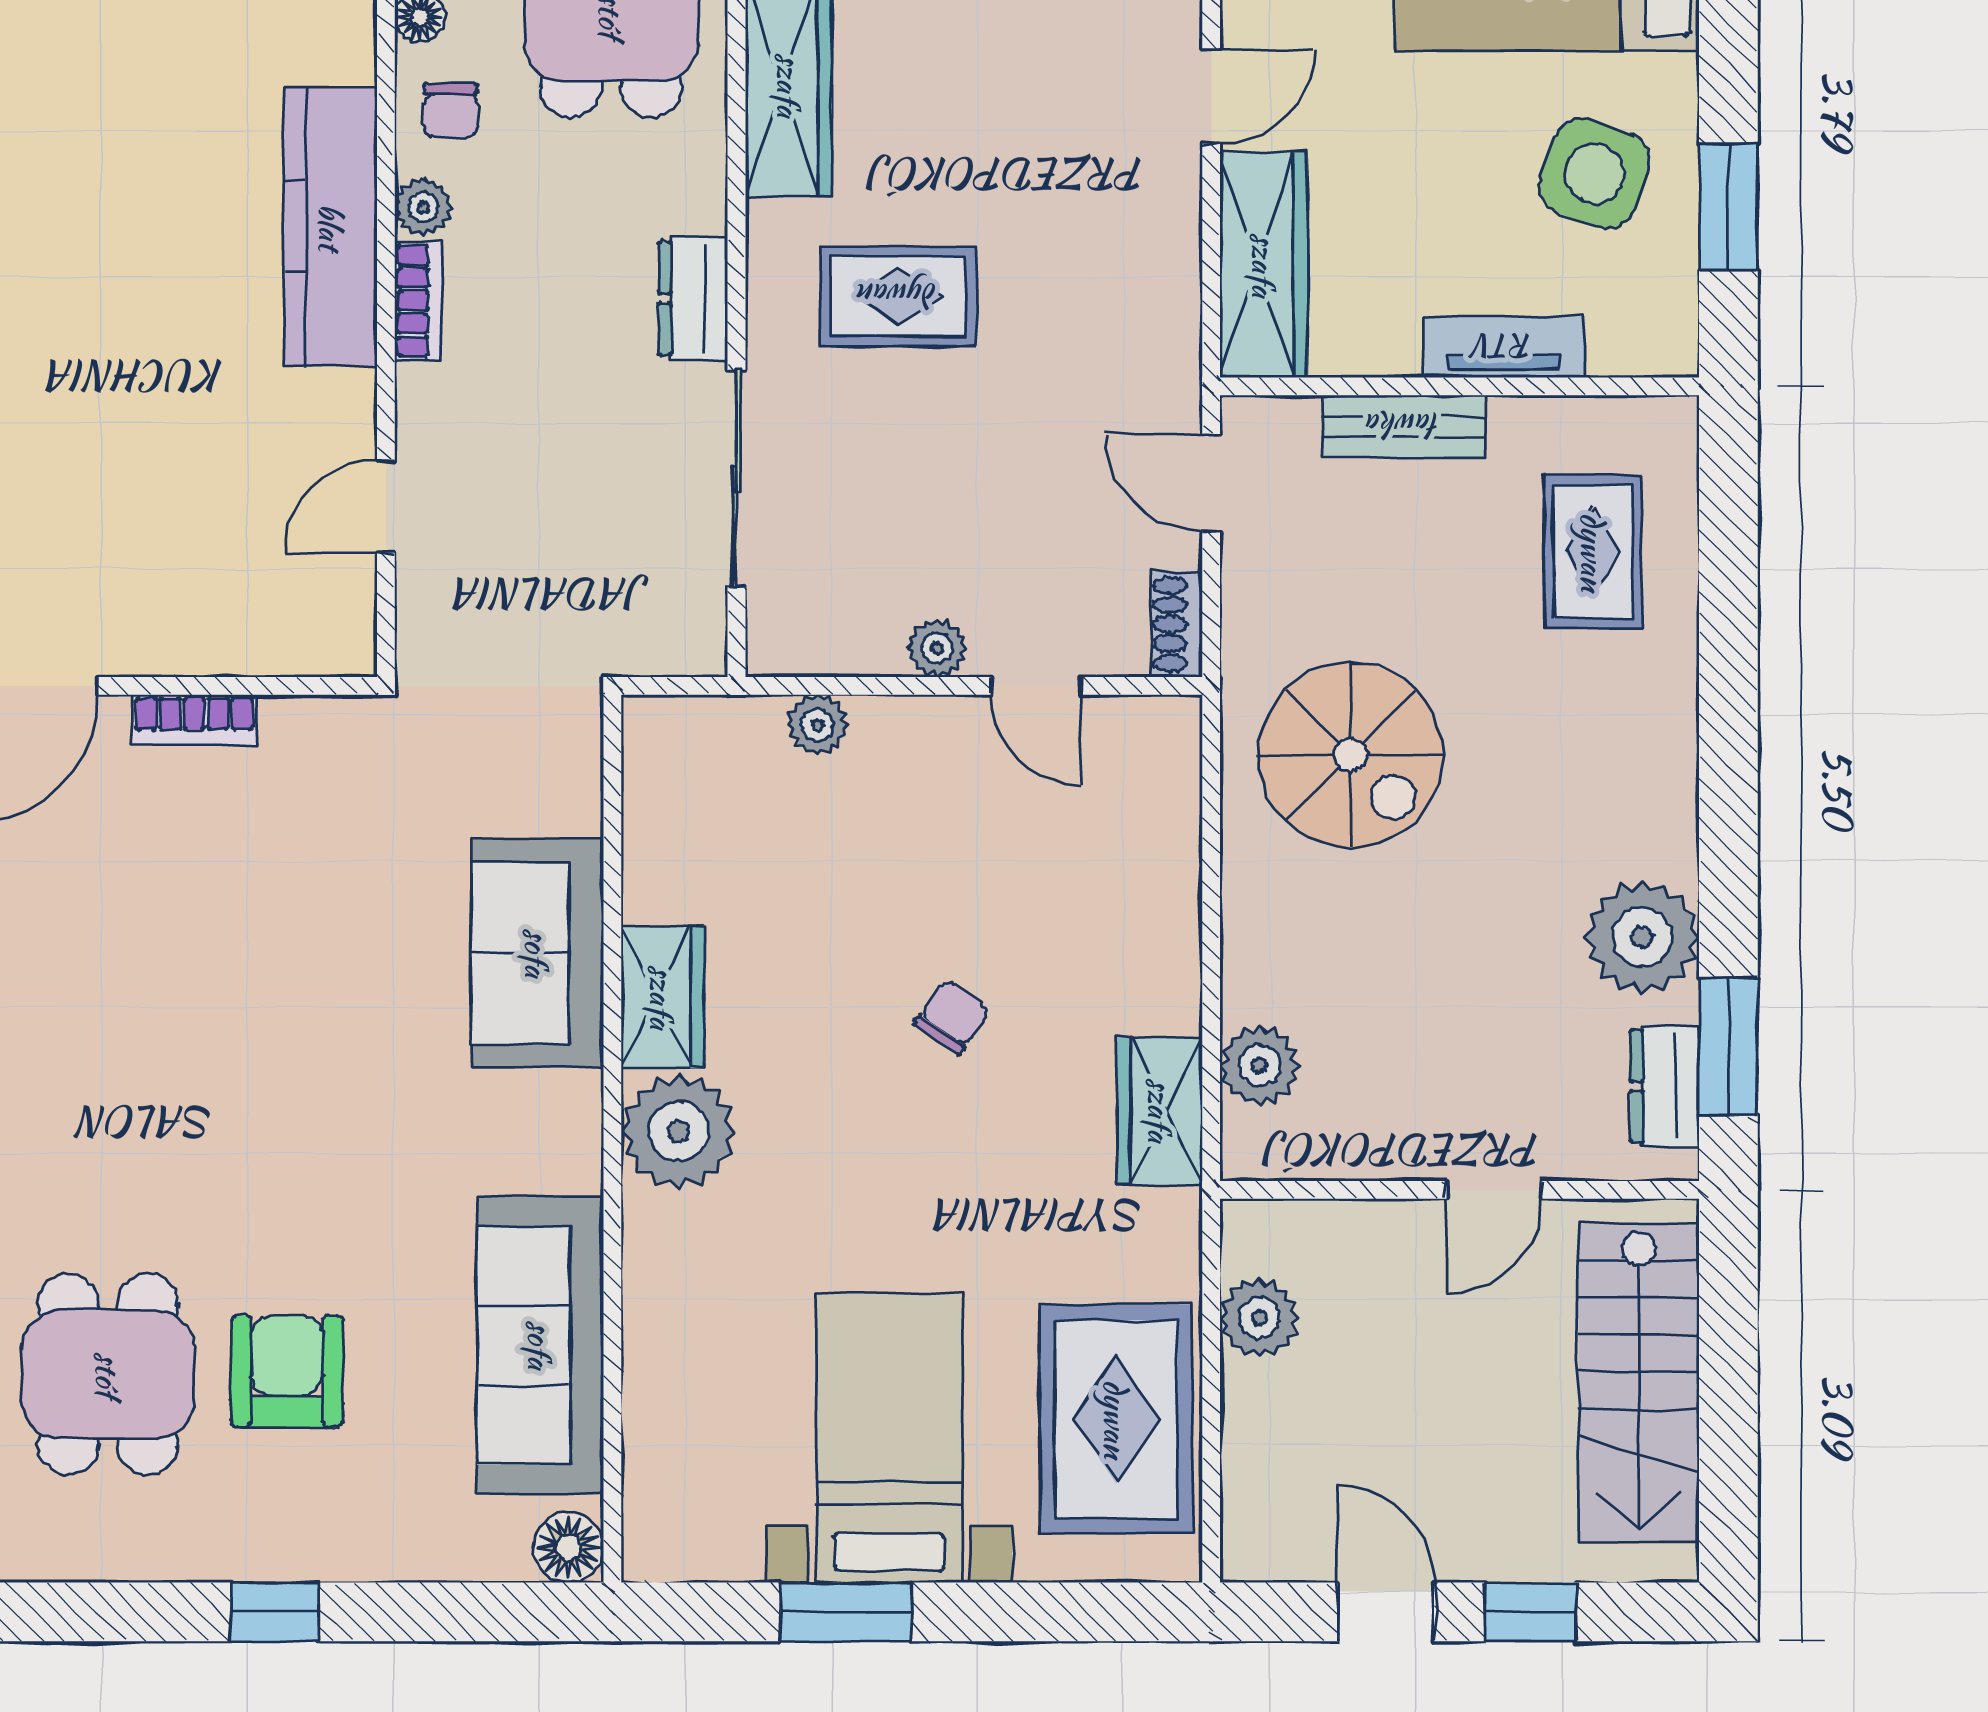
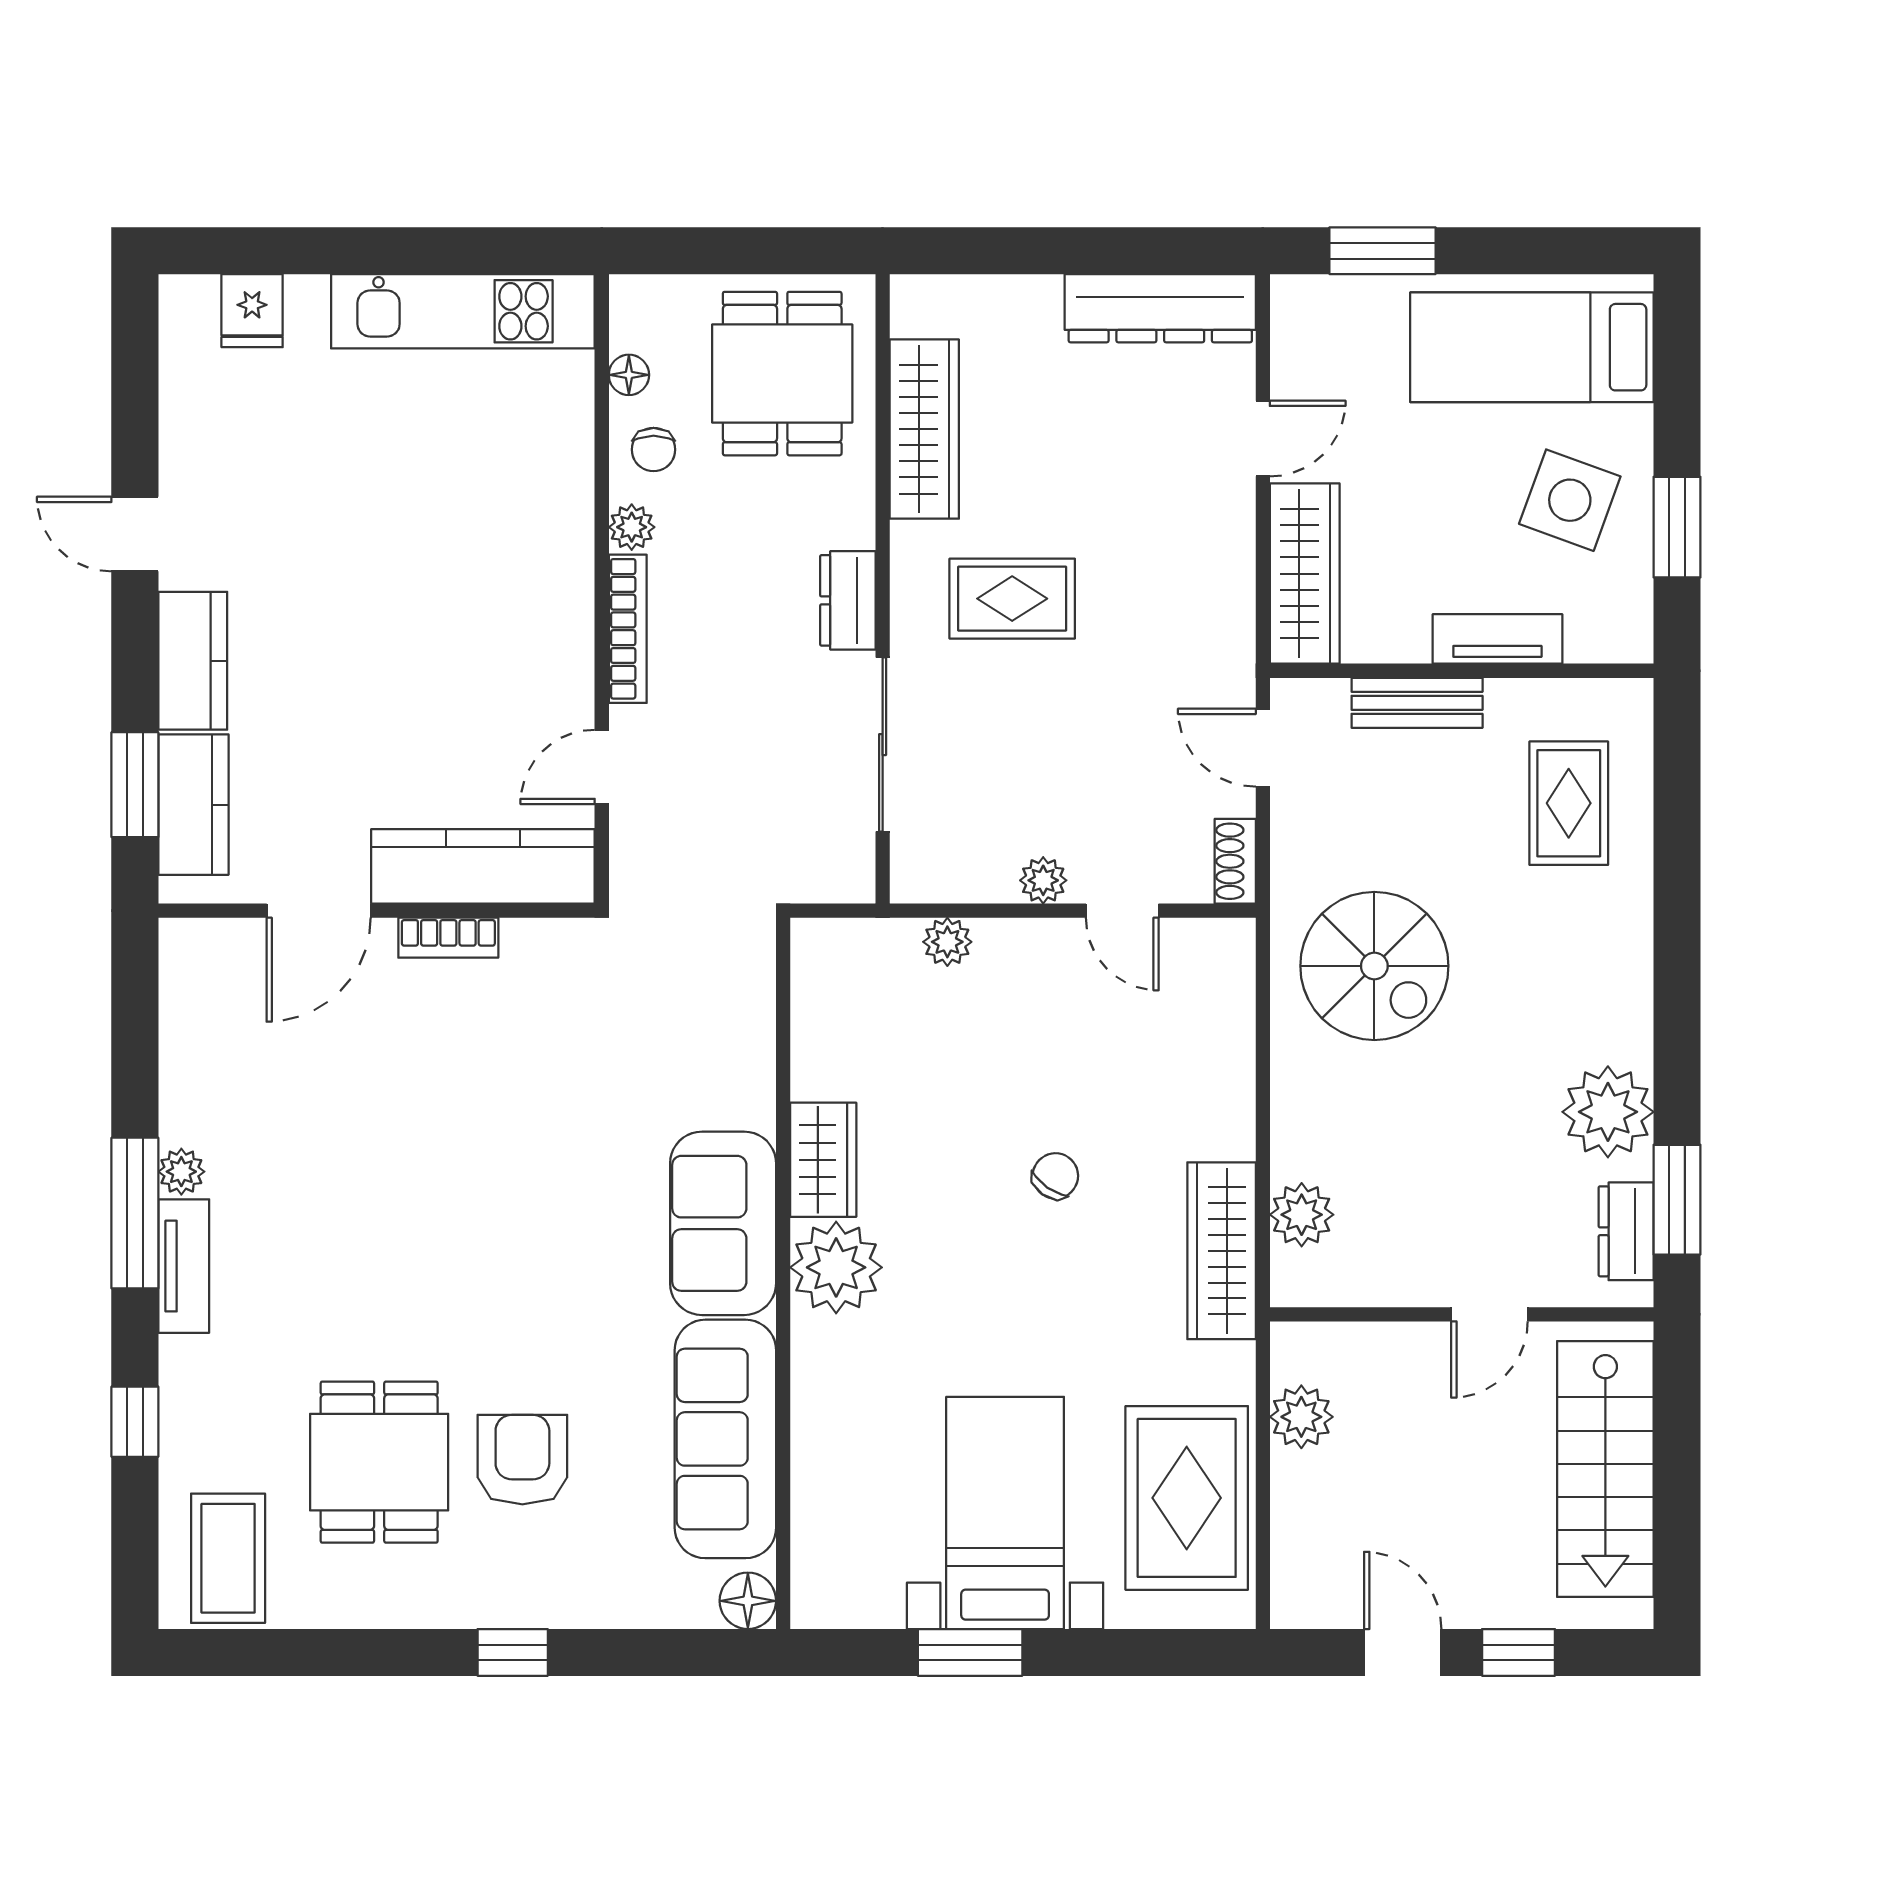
kitchen counter: (331, 227) -> (483, 866), moved, turned 90
bookcase: (418, 301) -> (628, 629), width x1.56
sofa: (537, 953) -> (723, 1223), moved
wardrobe: (1160, 1110) -> (1222, 1251), width x1.50

